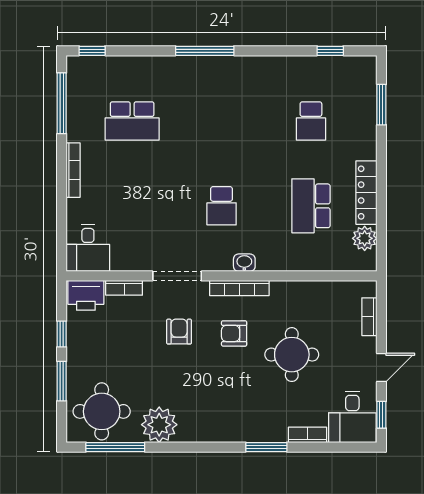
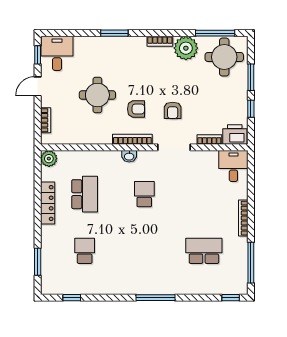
plant: (365, 238) -> (49, 159), moved
bookcase: (307, 435) -> (160, 41), moved

